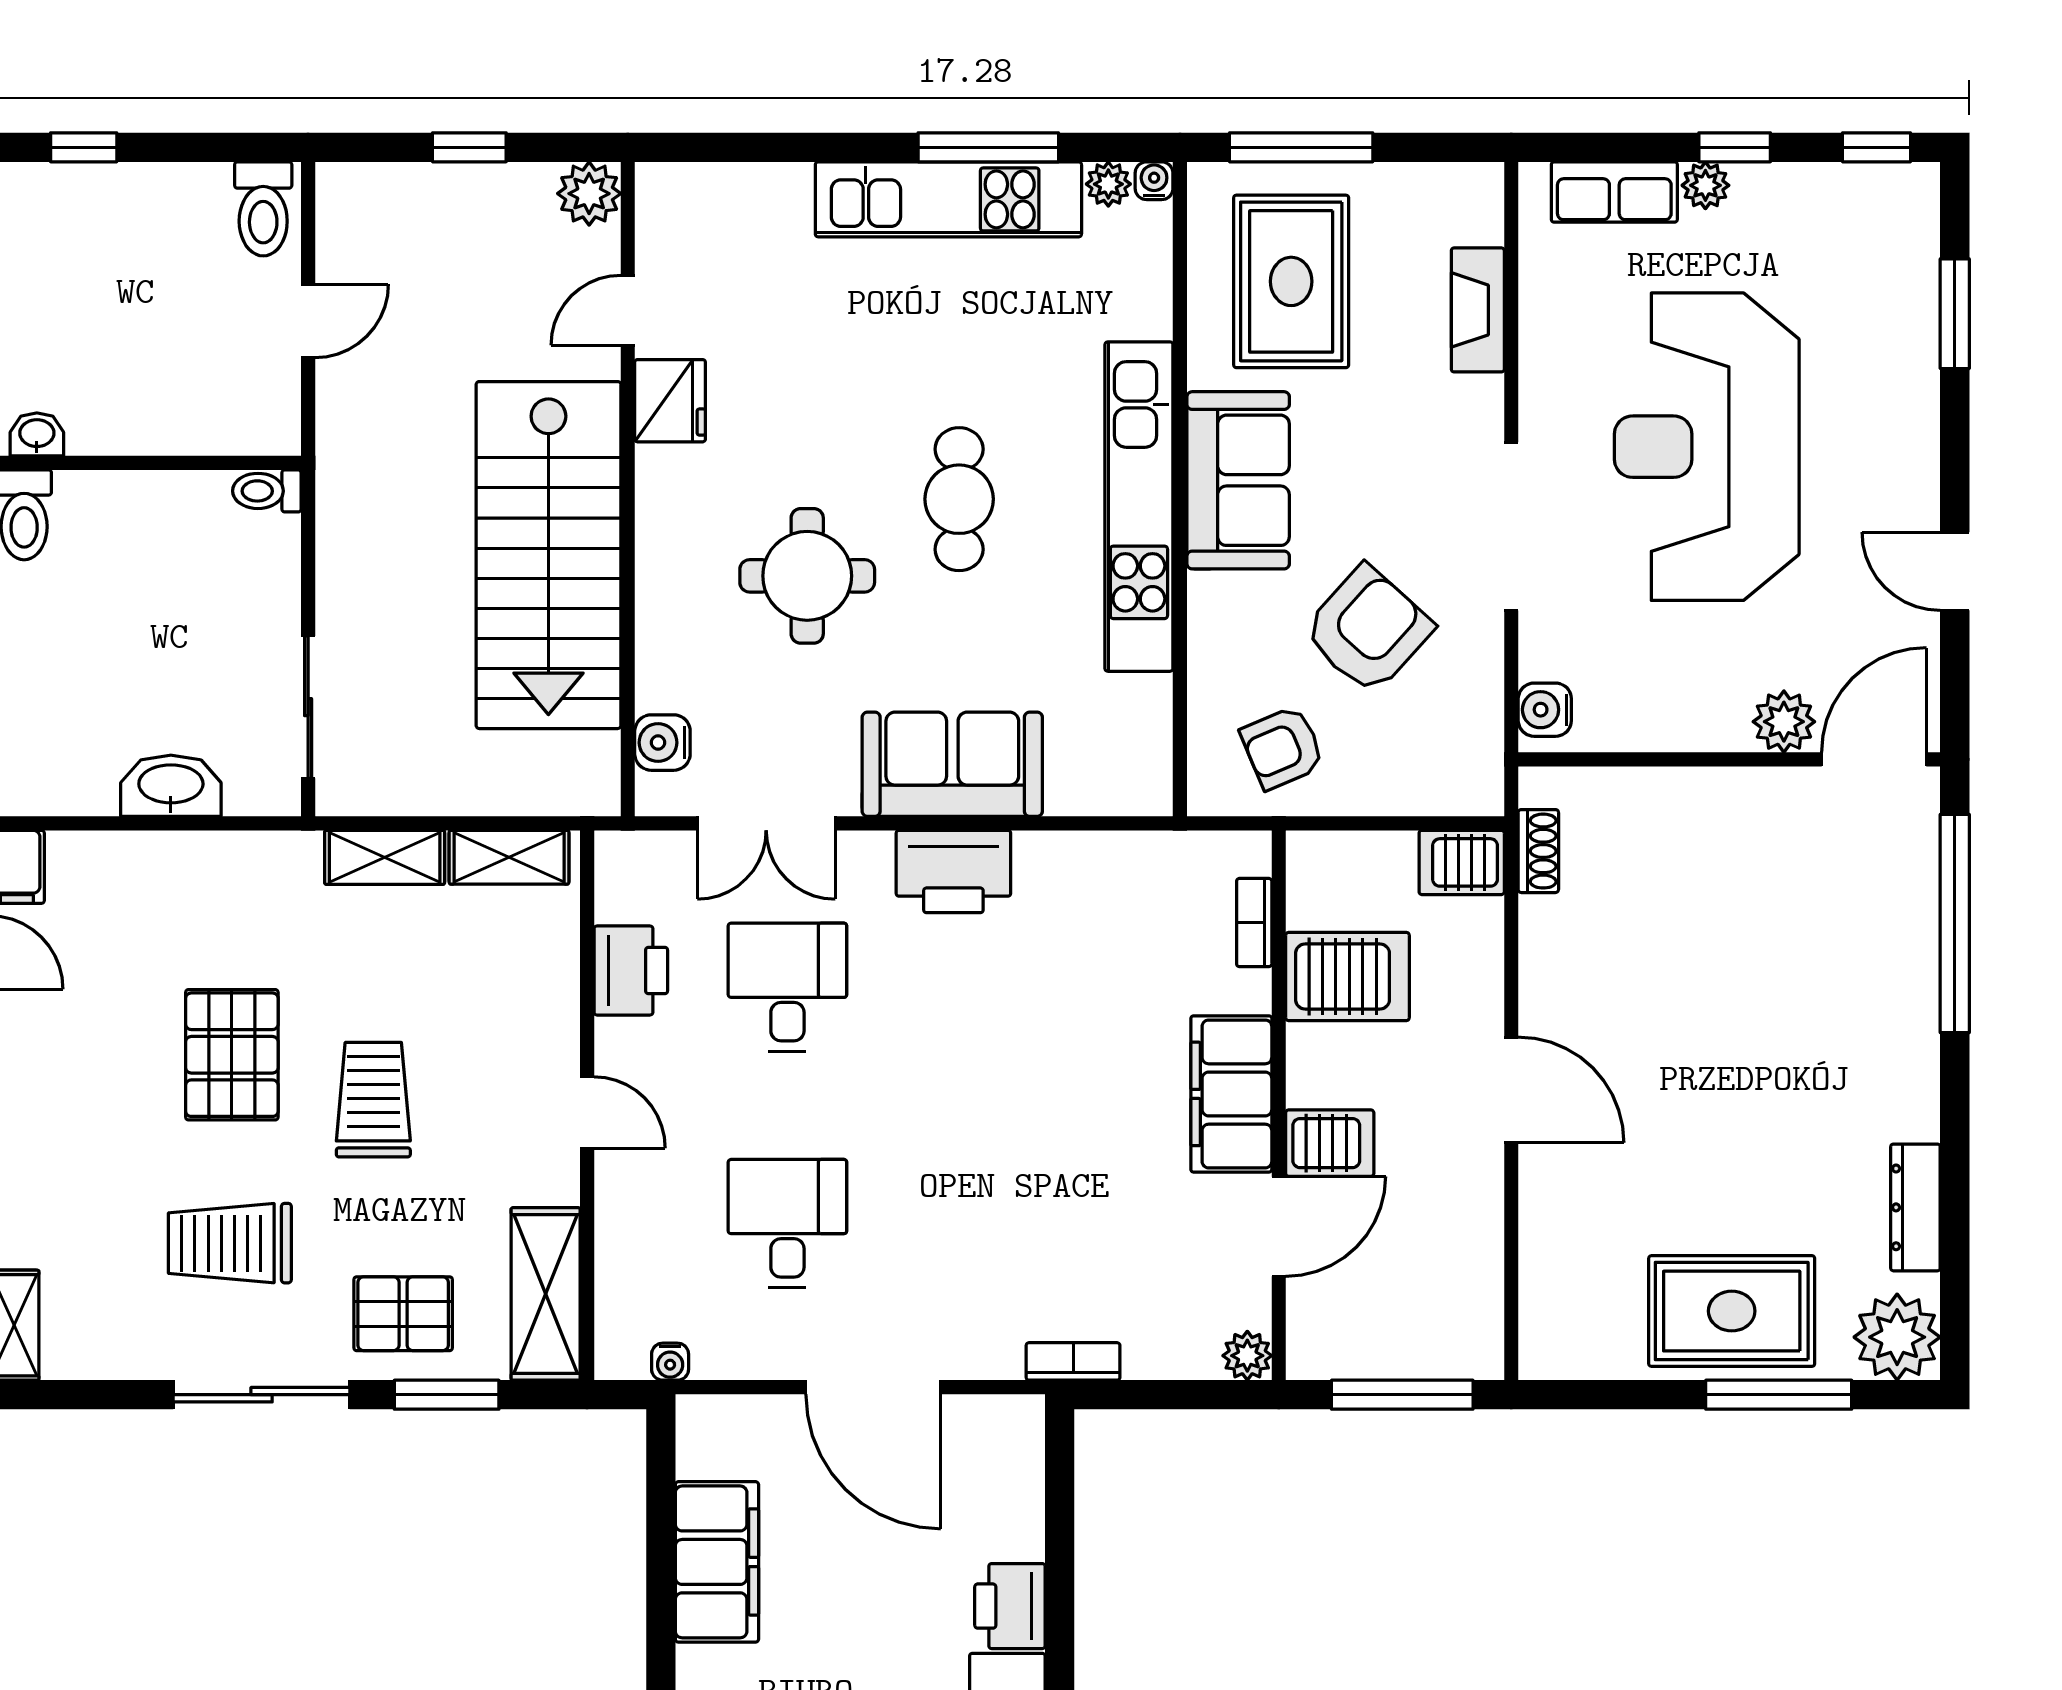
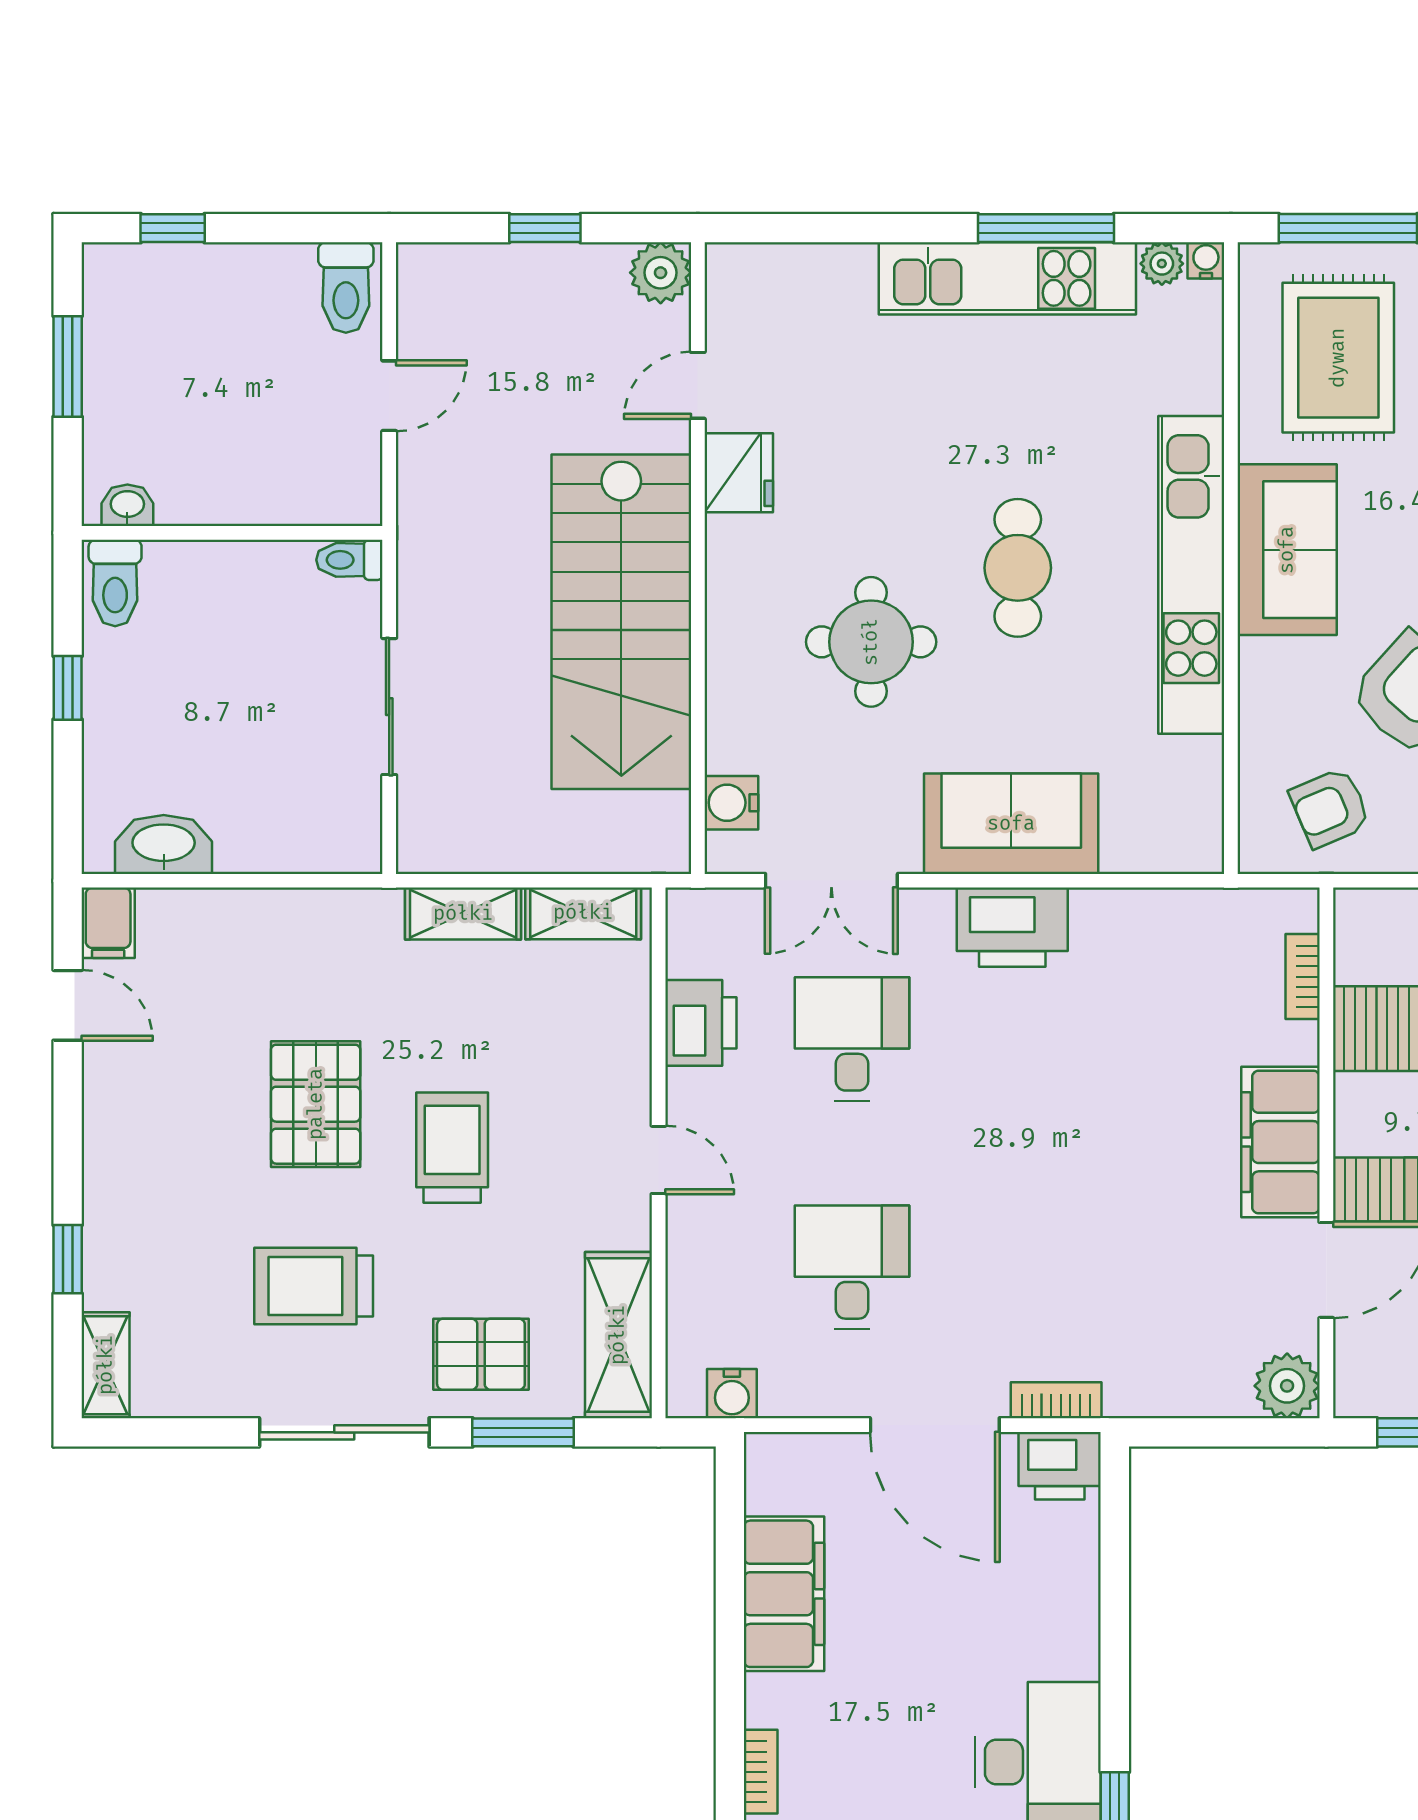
sliding door: (308, 707) -> (389, 707), moved
washbasin: (171, 786) -> (164, 844), moved
plant: (1247, 1356) -> (1287, 1386), width x1.38, depth x1.38
bookcase: (1073, 1361) -> (1056, 1400), moved
water cooler: (670, 1362) -> (732, 1394), width x1.38, depth x1.38
printer: (1010, 1606) -> (1060, 1466), moved, turned -90

